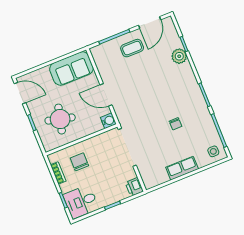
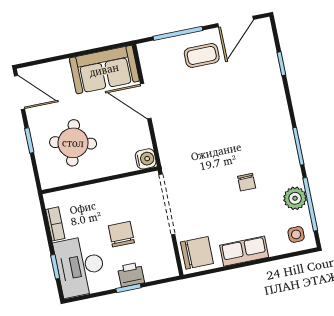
plant: (179, 56) -> (295, 198), moved
door: (106, 95) -> (146, 101), moved
chair: (79, 162) -> (121, 234), moved
chair: (152, 175) -> (197, 253), added
printer: (134, 187) -> (131, 275), moved, turned 90
desk: (81, 202) -> (80, 266), width x1.37

